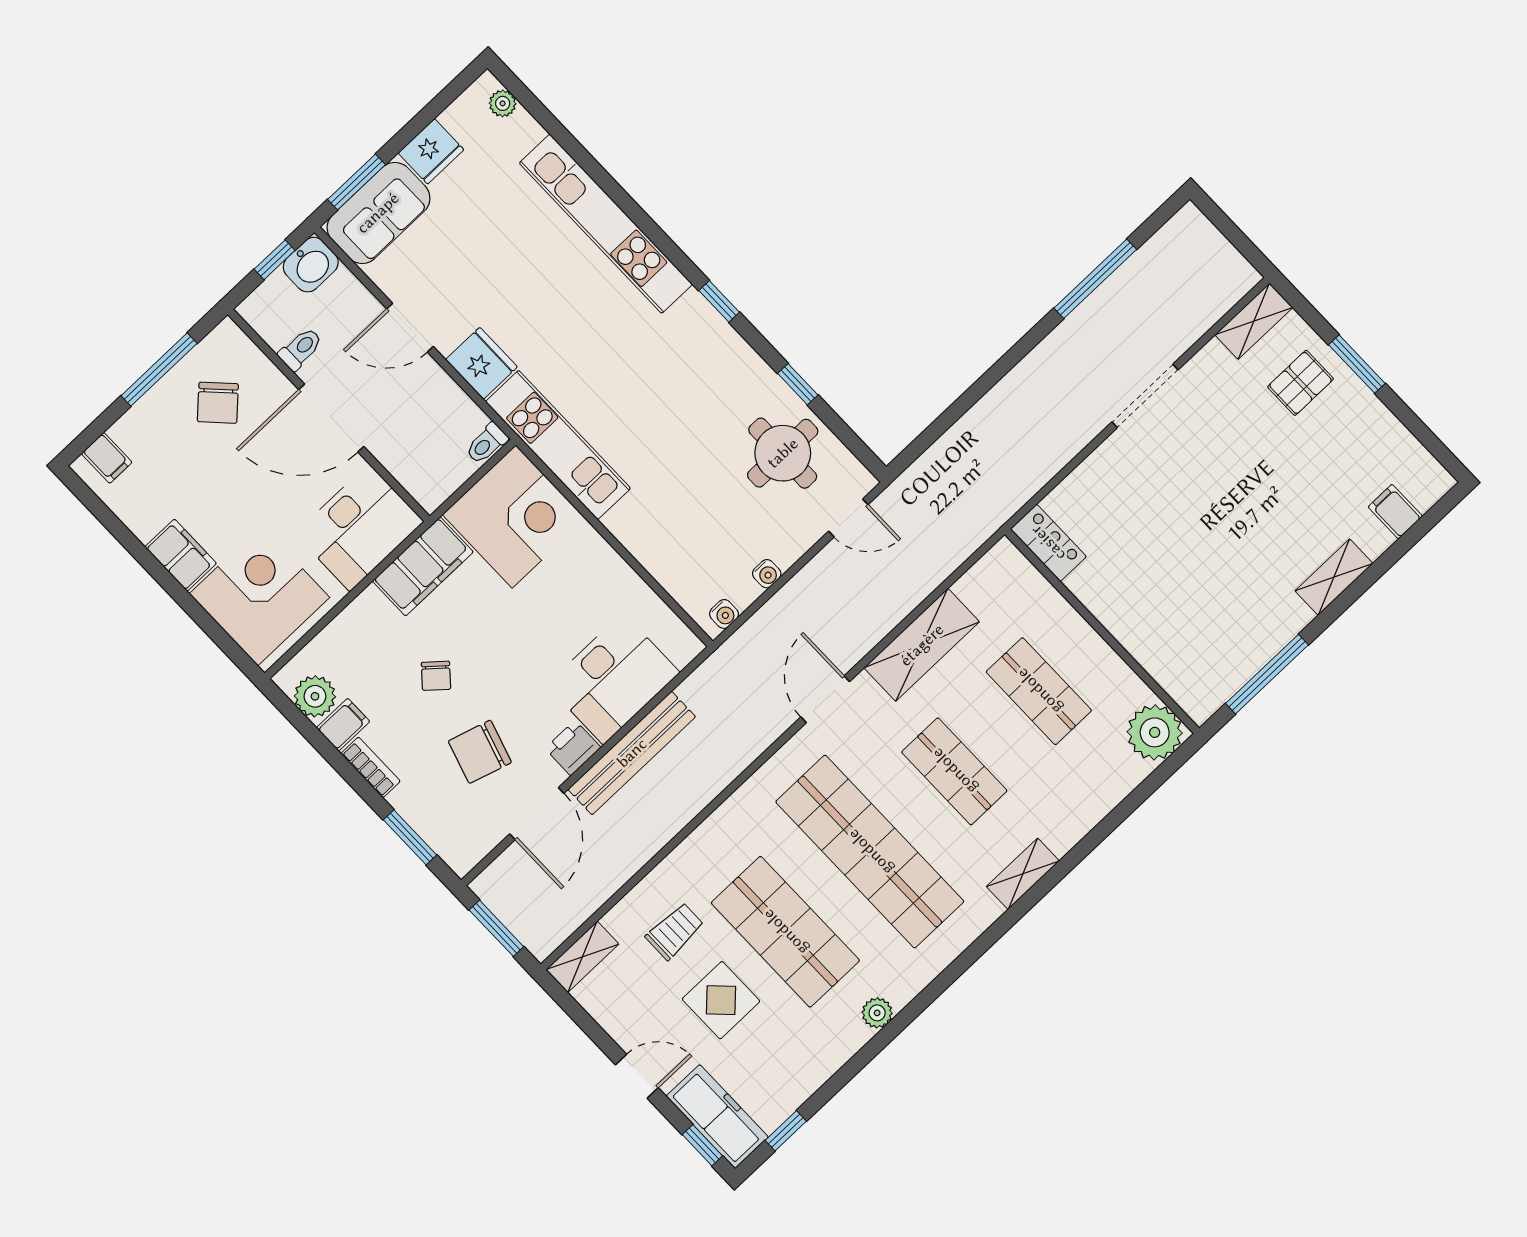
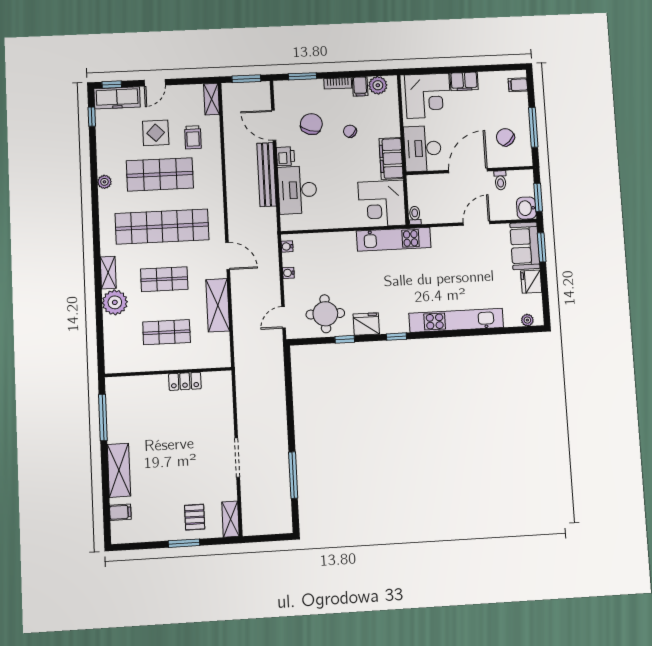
window: (275, 260) -> (538, 197), width x1.50
fridge: (481, 363) -> (366, 324), moved, turned 180
locker: (1048, 543) -> (185, 381), moved
shelving: (1334, 577) -> (119, 470), width x1.50, depth x1.33
plant: (1155, 732) -> (115, 302), moved

